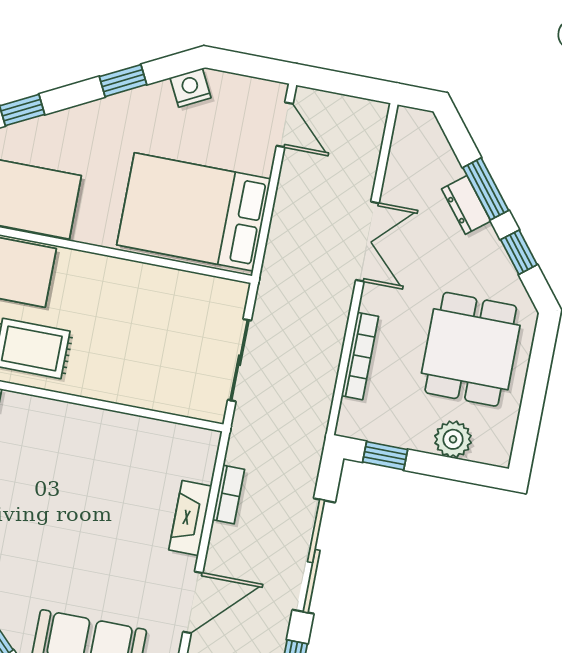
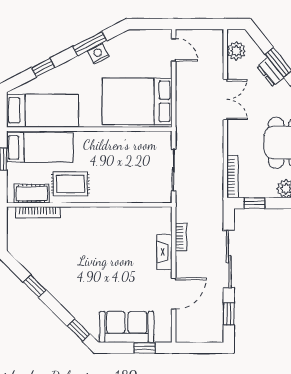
window: (123, 81) -> (90, 43), width x1.50
nightstand: (191, 88) -> (98, 54), moved
plant: (407, 150) -> (236, 51), added
bookcase: (360, 356) -> (232, 177), moved

